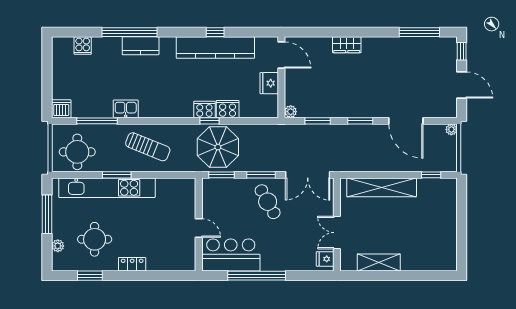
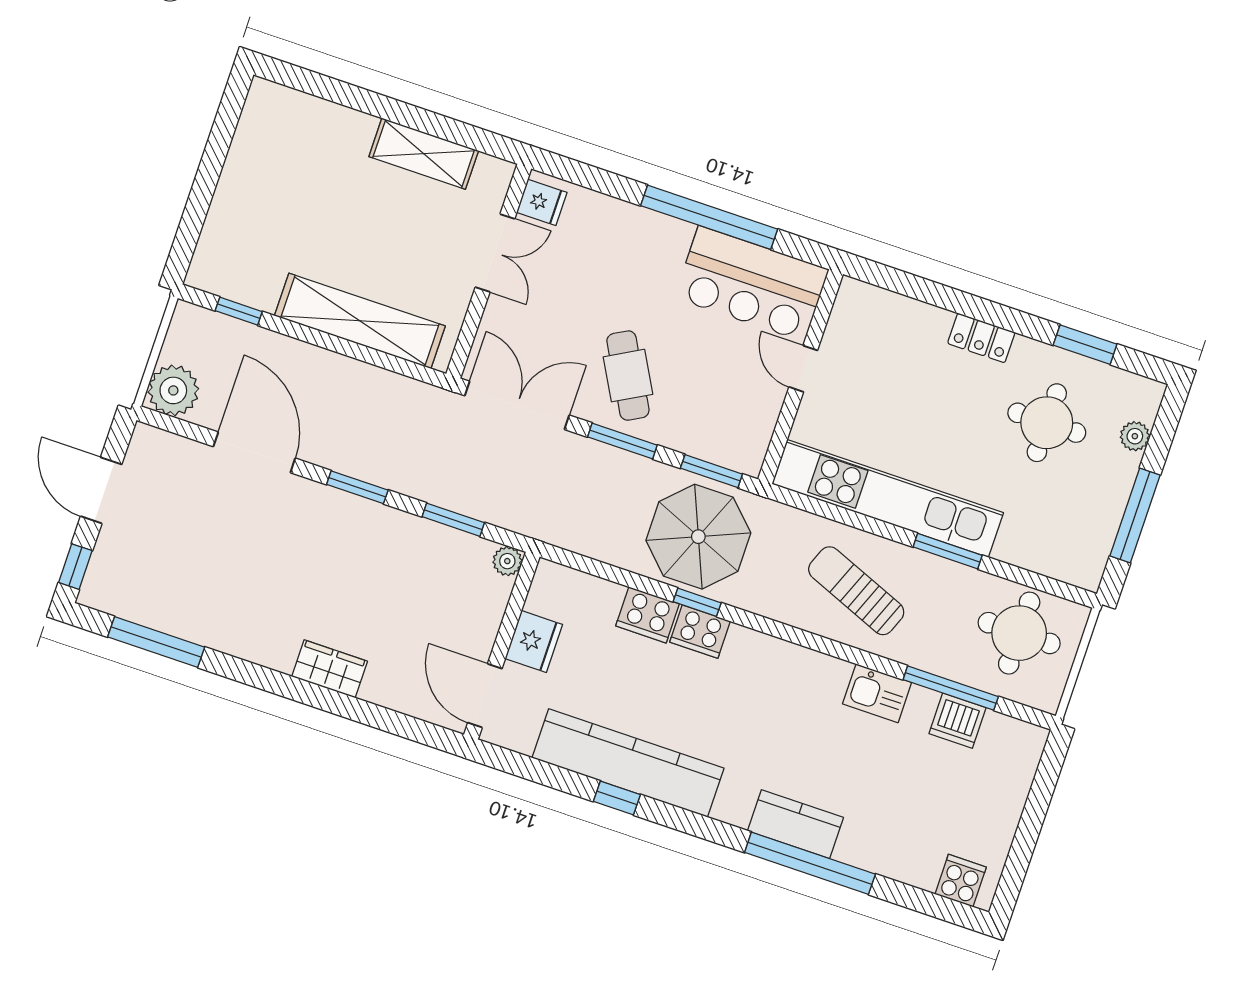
cooker: (83, 46) -> (961, 881), moved
dishwasher: (61, 109) -> (957, 721), moved
plant: (451, 129) -> (173, 390), width x1.87, depth x1.87
kitchen unit: (107, 188) -> (888, 498), moved

